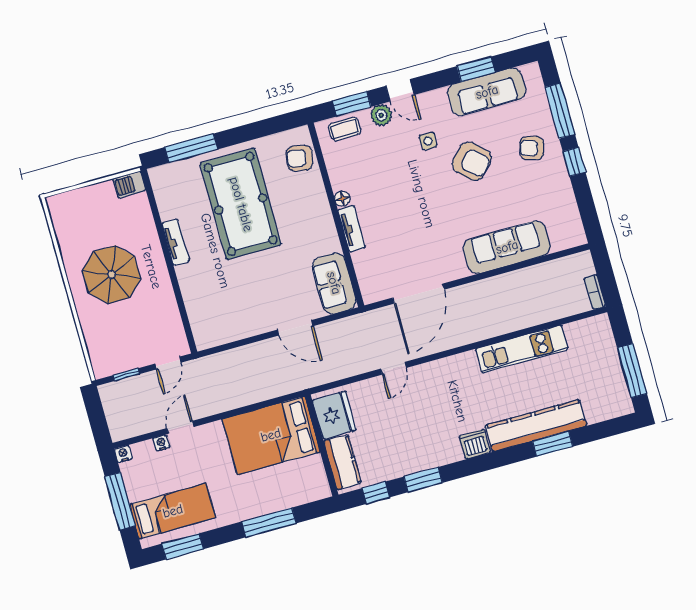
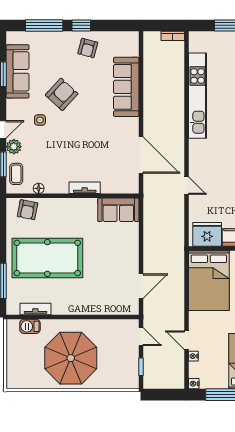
armchair: (532, 148) -> (88, 48), moved
barbecue: (129, 185) -> (30, 326), moved, turned 90
floor lamp: (342, 199) -> (39, 188), moved
tv unit: (176, 242) -> (35, 309), moved
parasol: (112, 275) -> (71, 358), width x1.36, depth x1.36
door: (295, 328) -> (141, 286), moved
kitchen unit: (522, 349) -> (198, 96), width x1.36

